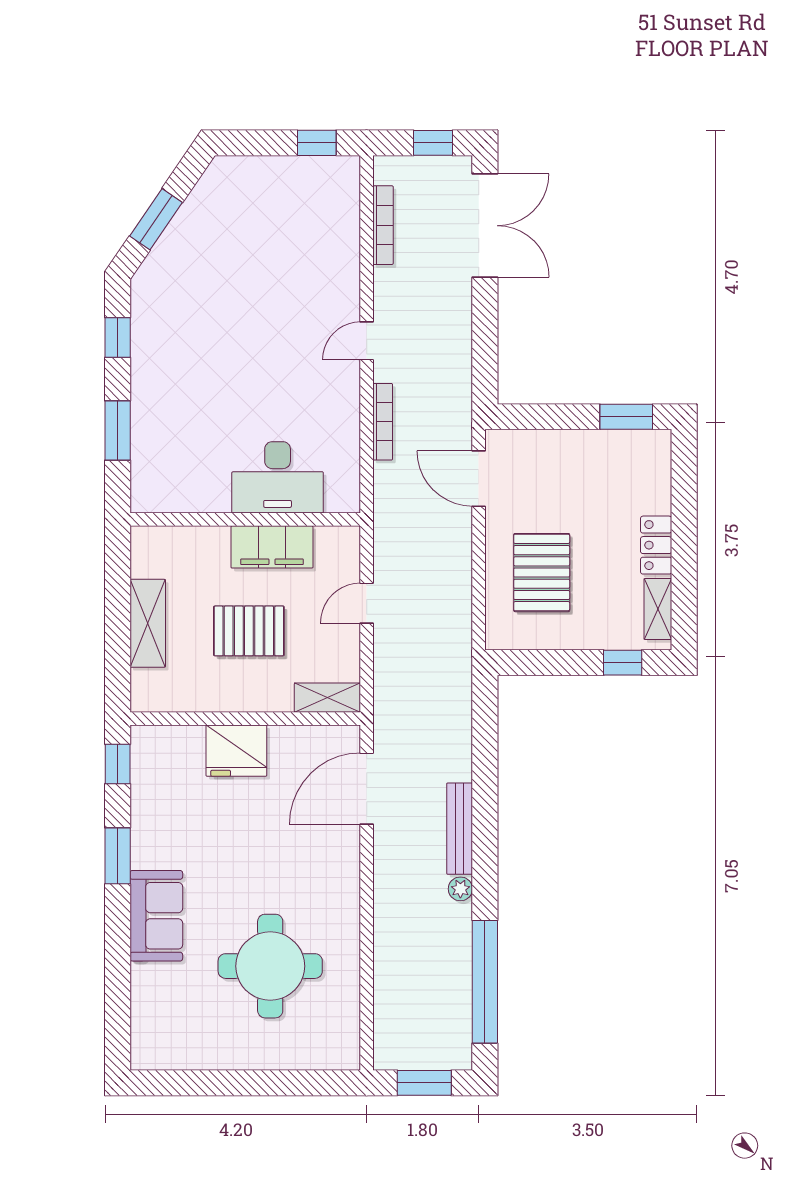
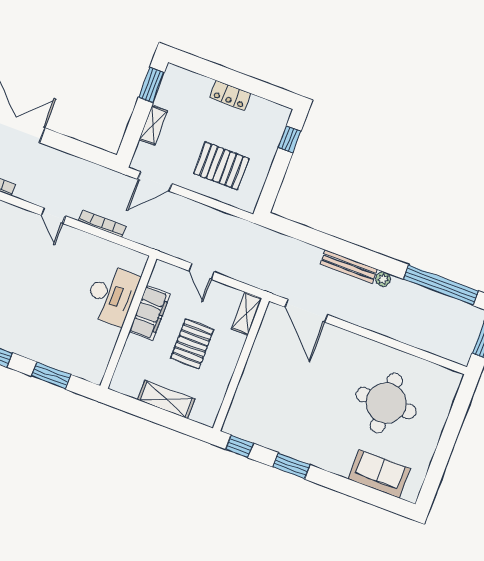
shelving: (658, 609) -> (153, 125), moved, turned 90
fridge: (236, 751) -> (257, 376), removed
sofa: (156, 916) -> (379, 474), moved

